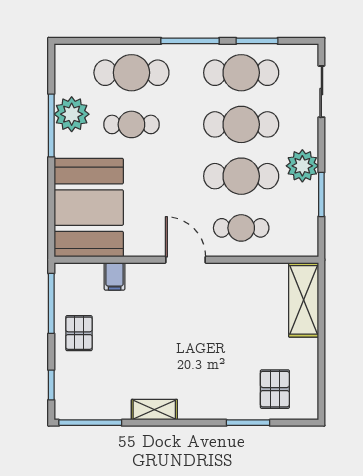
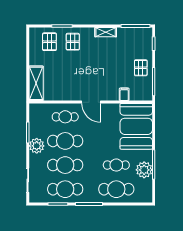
pallet: (225, 389) -> (73, 42), added

